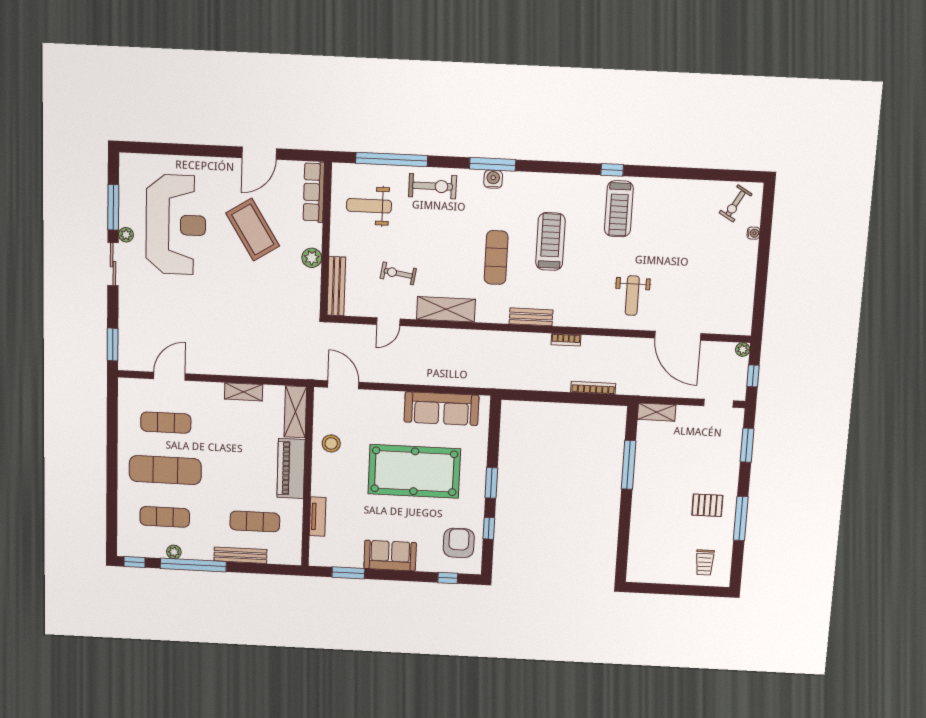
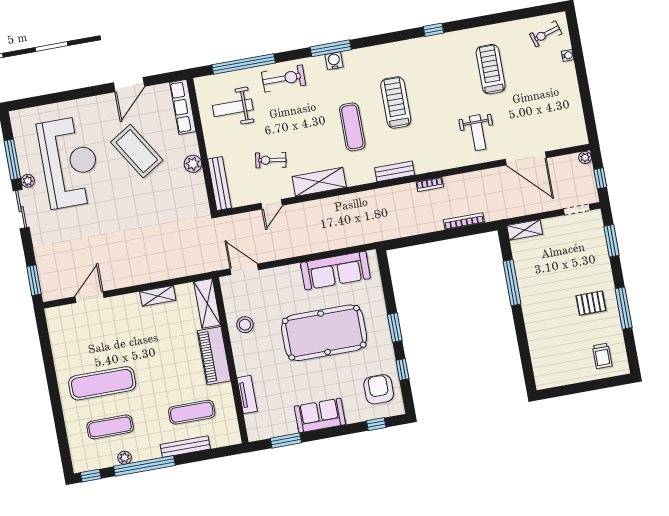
exercise bike: (736, 203) -> (546, 34), turned 43
treadmill: (619, 209) -> (491, 69), moved, turned 180
exercise mat: (166, 423) -> (94, 340), removed

